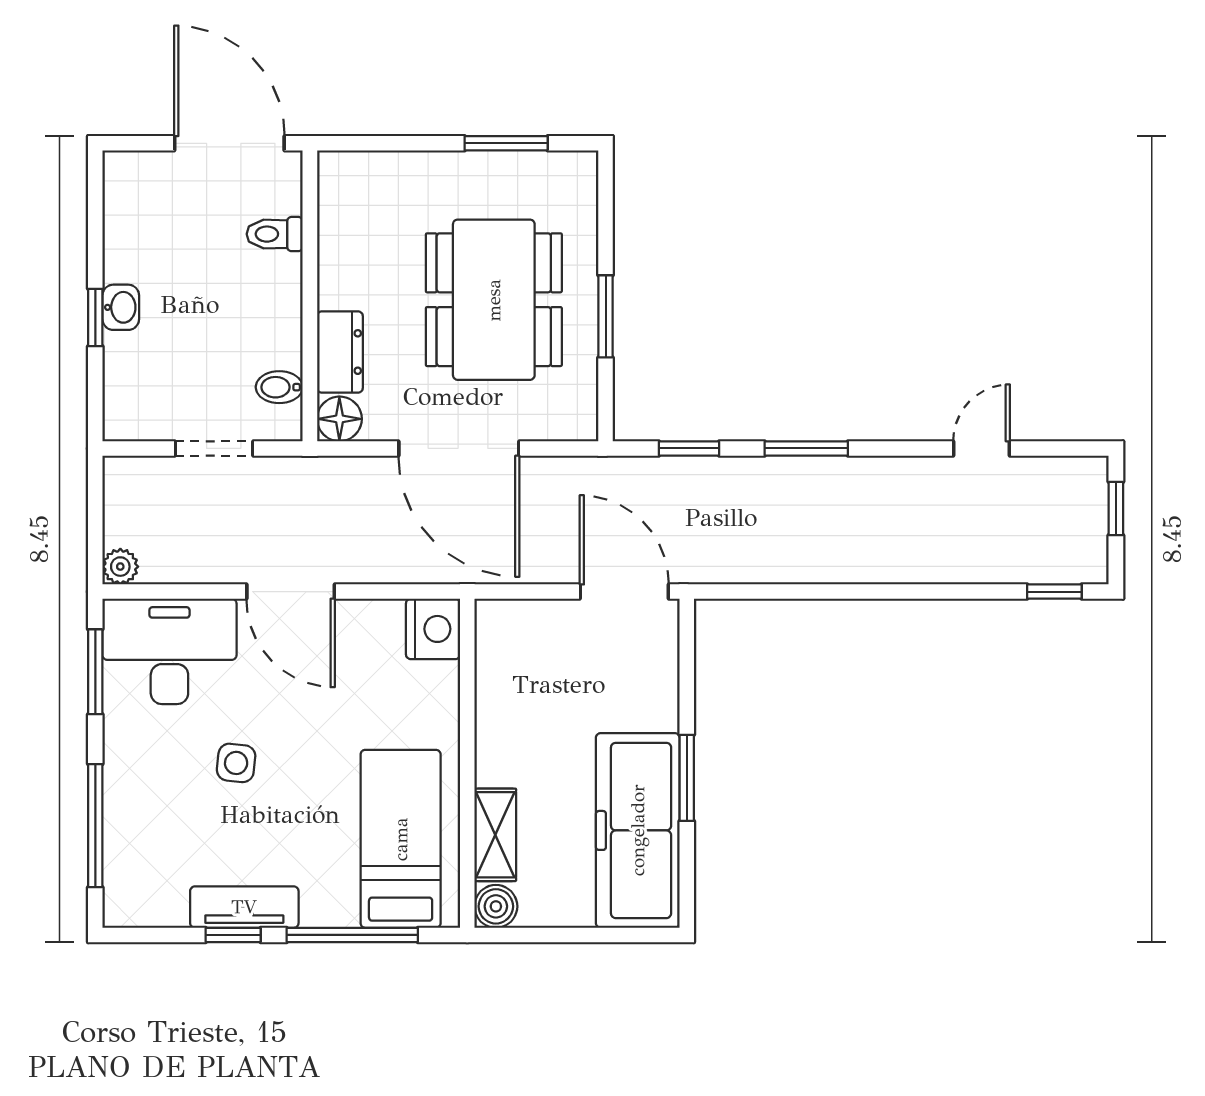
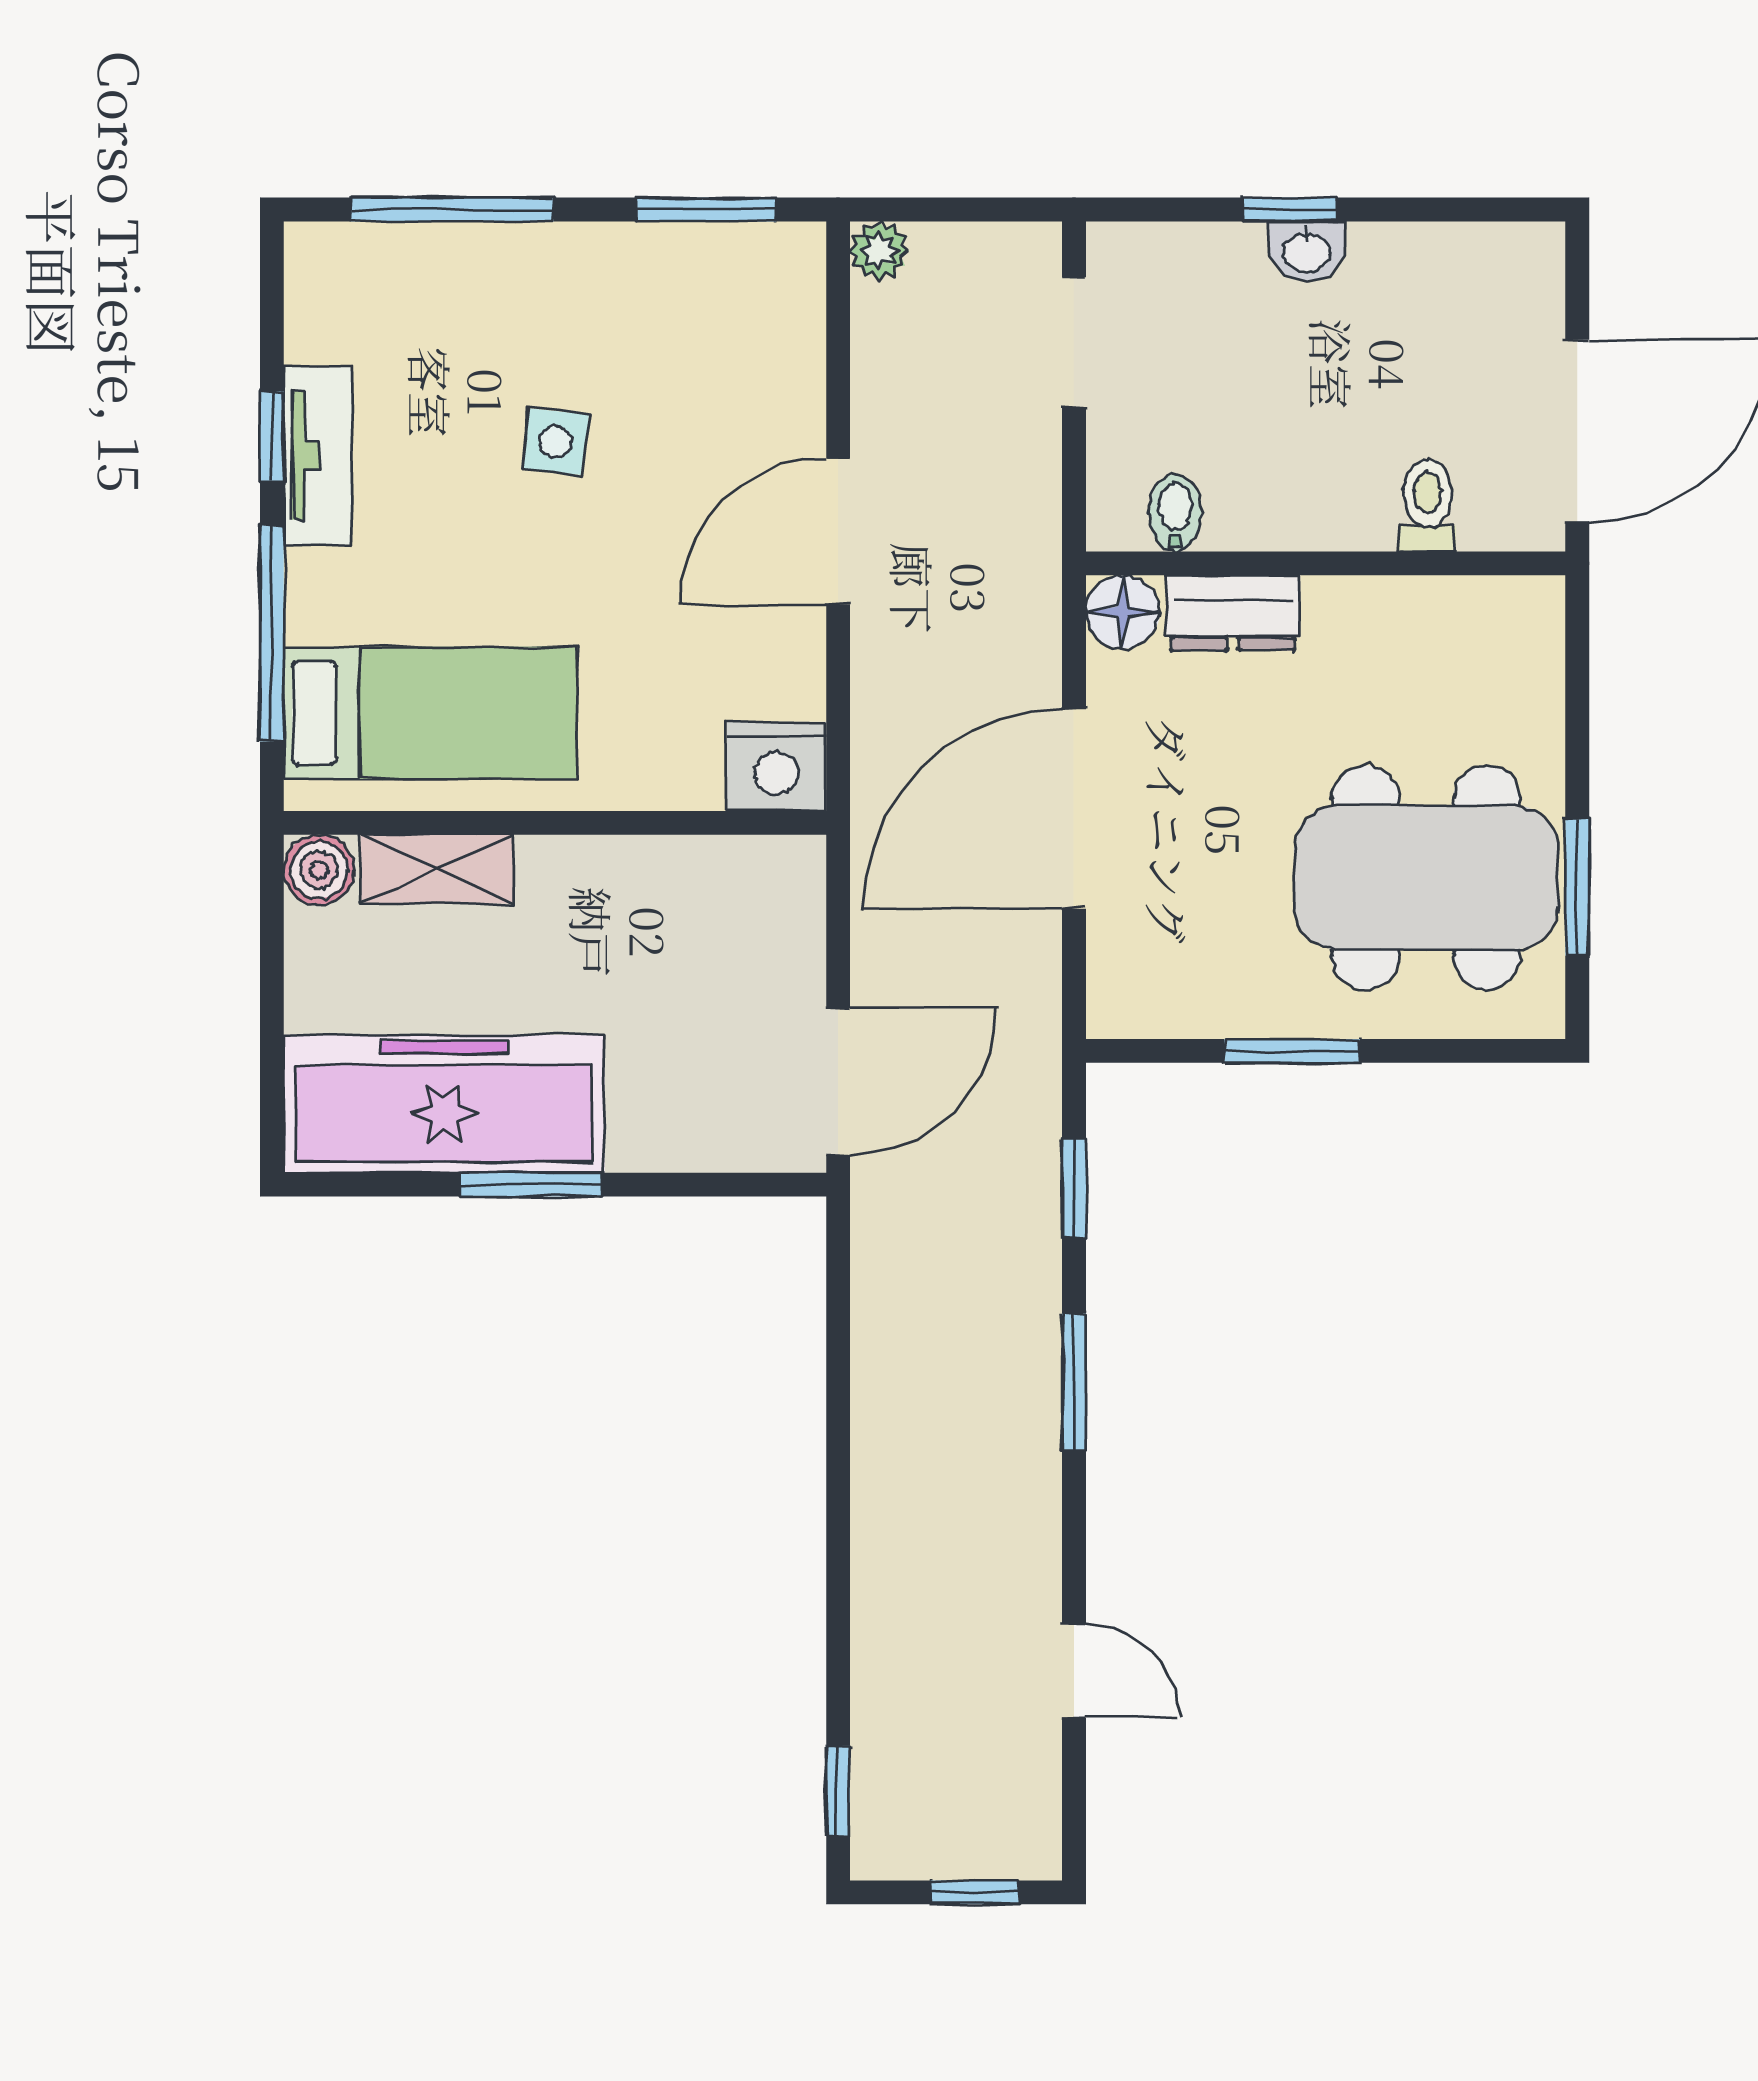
dining table: (494, 300) -> (1426, 877), moved
doorway: (214, 448) -> (1074, 342), moved
desk: (169, 651) -> (739, 332), removed

